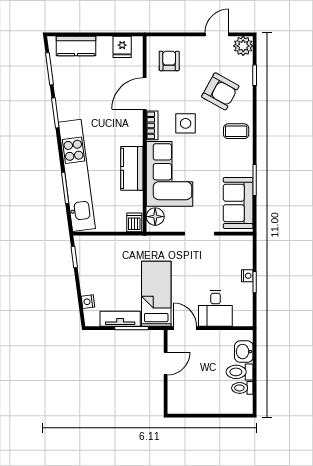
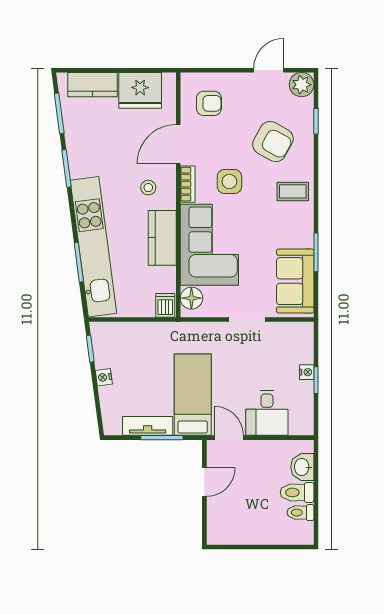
fridge: (122, 47) -> (140, 90), width x1.88, depth x1.34
armchair: (169, 61) -> (209, 103), turned 90
stool: (121, 128) -> (148, 188), added
nightstand: (88, 302) -> (104, 377), moved

